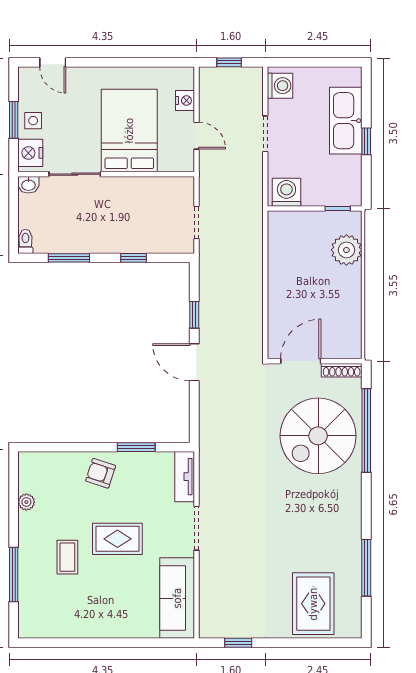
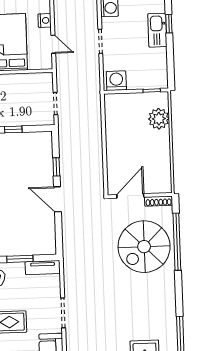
kitchen sink: (346, 121) -> (157, 30), width x0.73, depth x0.81
window: (366, 141) -> (169, 24), moved
tv unit: (185, 477) -> (43, 268), moved, turned -90

